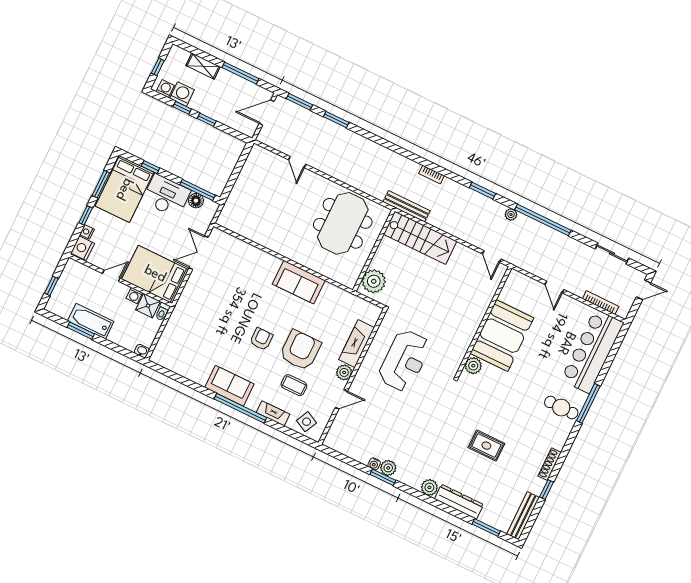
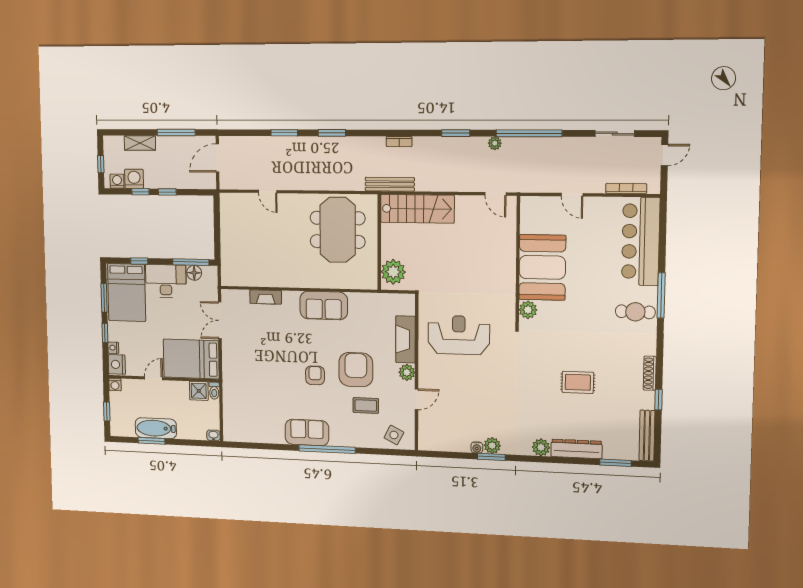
window: (300, 102) -> (332, 133), moved
washing machine: (134, 296) -> (115, 384), moved
reception desk: (404, 361) -> (459, 335), turned -90
fireplace: (273, 413) -> (266, 297), moved, turned 180

